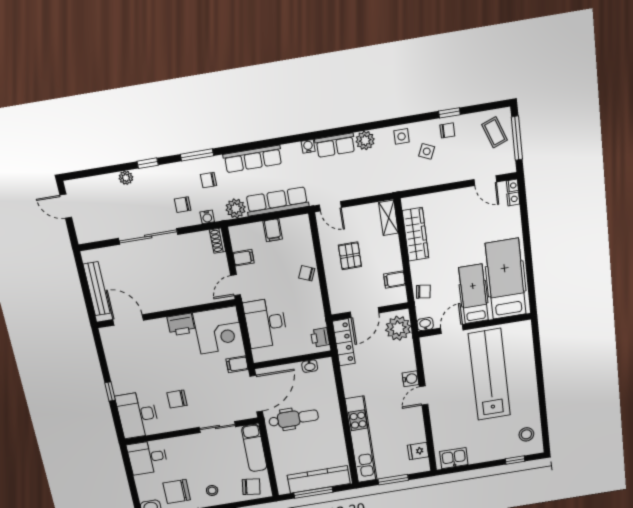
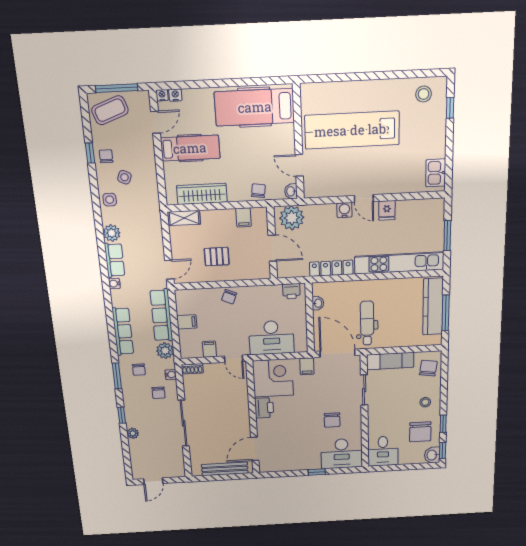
coffee table: (495, 132) -> (110, 110), width x1.36, depth x1.30
hospital bed: (474, 294) -> (190, 148), moved, turned 180
locker: (344, 342) -> (331, 268), moved
fridge: (418, 451) -> (387, 210), moved

